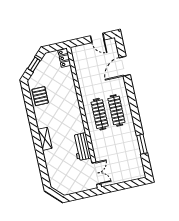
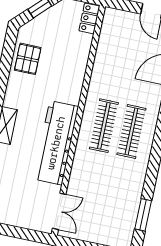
window: (142, 144) -> (143, 215), moved
workbench: (82, 147) -> (56, 143), width x1.88, depth x1.32

